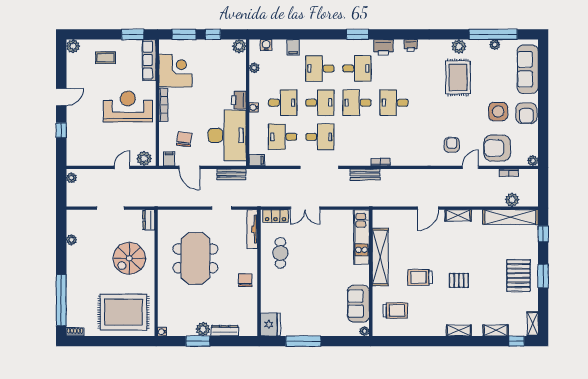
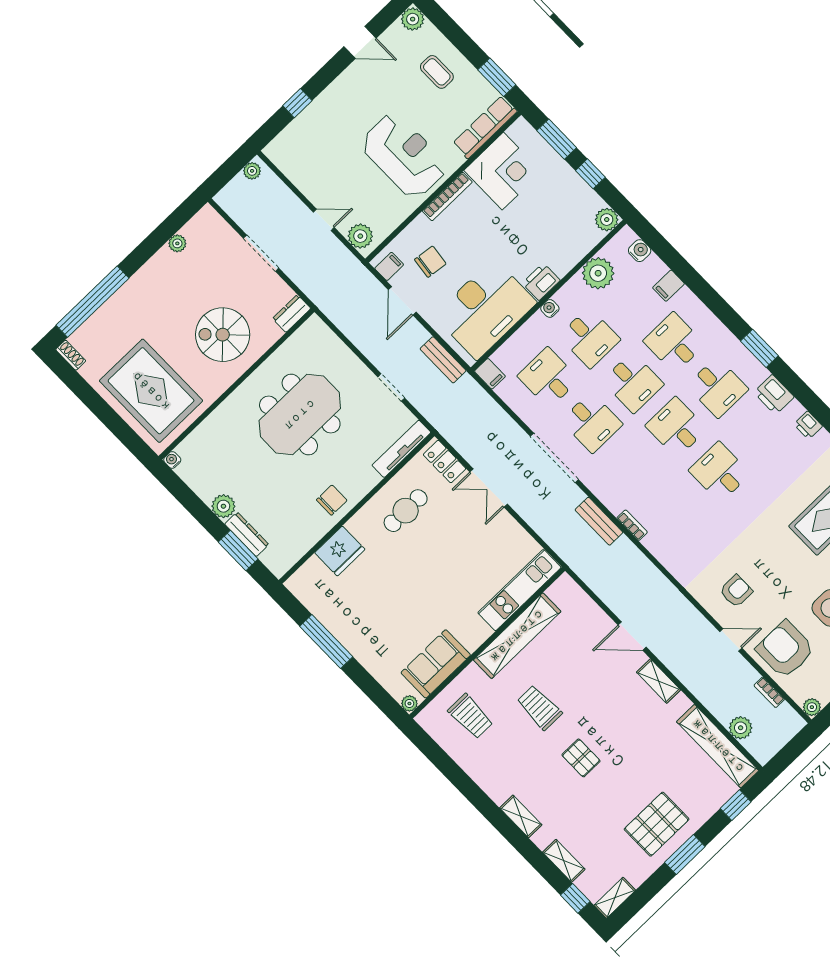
plant: (254, 68) -> (598, 273), width x1.88, depth x1.88
door: (61, 97) -> (360, 42), moved
fridge: (270, 324) -> (340, 551), moved
window: (198, 341) -> (238, 550), moved

